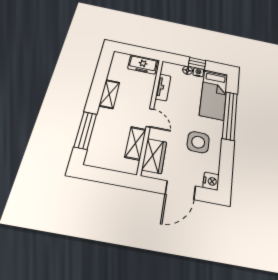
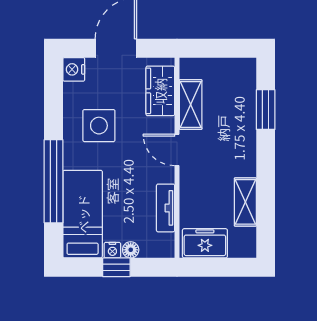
shelving: (109, 94) -> (245, 202), moved
window: (85, 130) -> (266, 110), width x0.69

